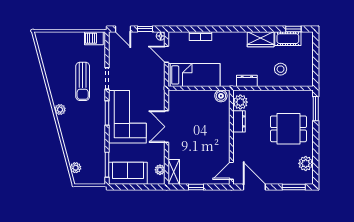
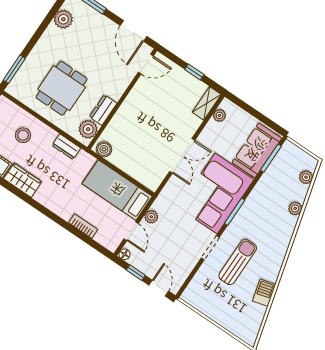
barbecue: (94, 38) -> (264, 293), moved, turned -105
plant: (160, 73) -> (151, 217), added
plant: (60, 110) -> (295, 208), moved
dining table: (288, 129) -> (62, 88), moved, turned 90
sofa: (128, 173) -> (257, 150), moved, turned 90

